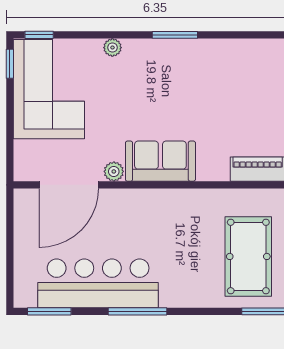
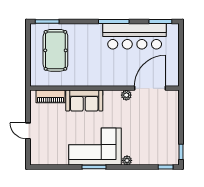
corner sofa: (49, 89) -> (95, 147), moved, turned 90
sofa: (160, 161) -> (84, 101), moved

